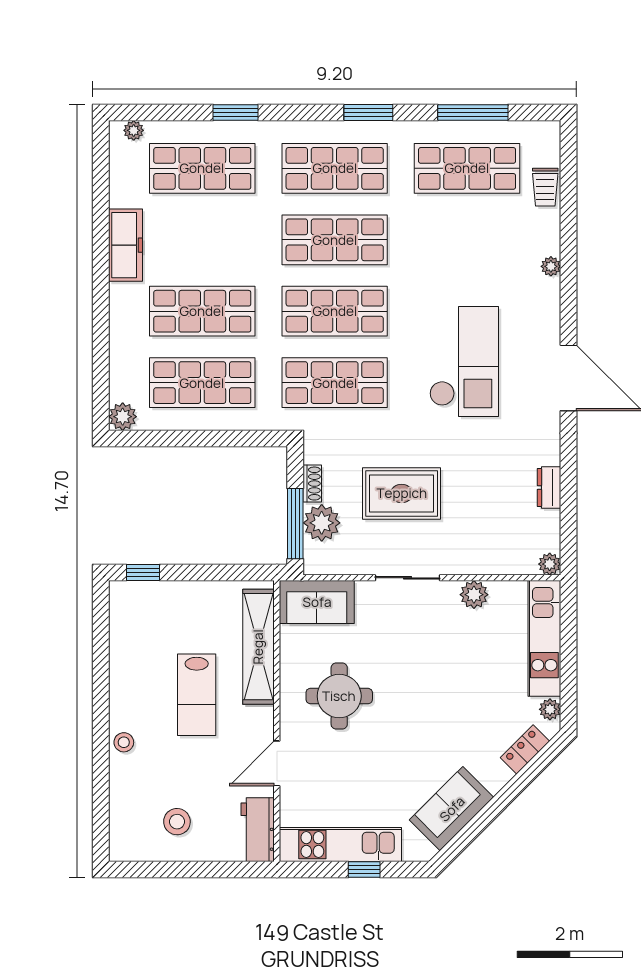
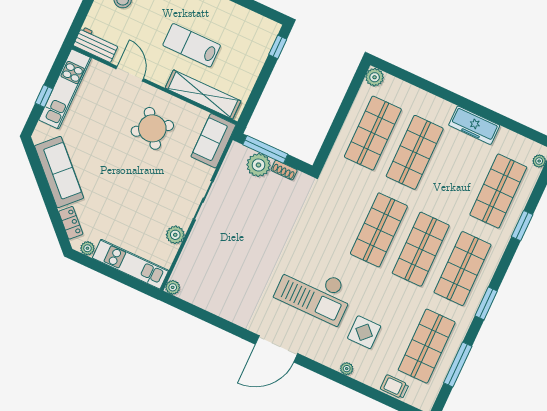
display table: (488, 265) -> (364, 332), added
shop shelf: (335, 383) -> (337, 211), removed
dresser: (549, 487) -> (218, 308), removed
rug: (402, 493) -> (254, 220), removed
round table: (339, 696) -> (152, 128), turned -35
sofa: (452, 809) -> (59, 172), width x1.36

